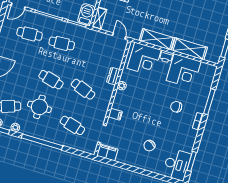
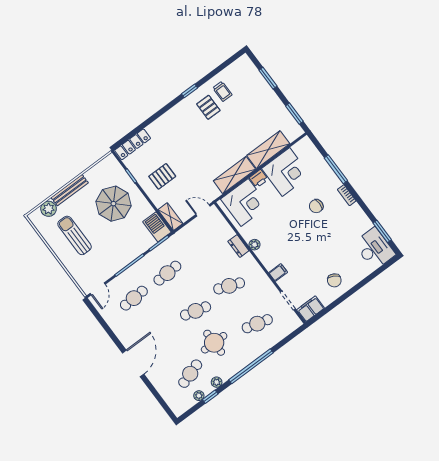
chair: (149, 146) -> (334, 280), moved

